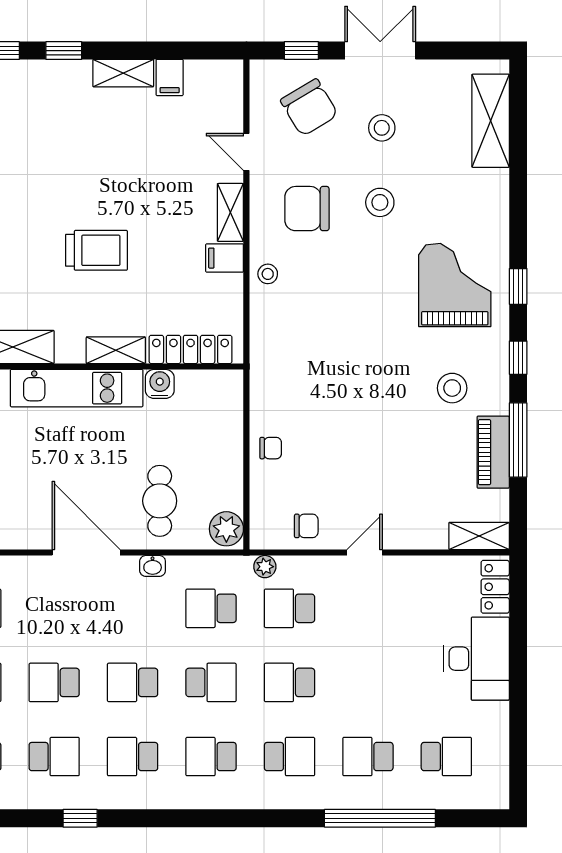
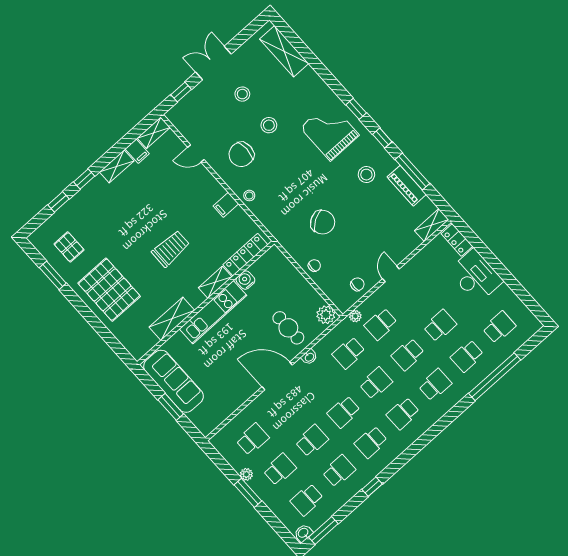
chair: (309, 108) -> (323, 222), moved
shelving: (230, 212) -> (154, 133), moved, turned 90
school desk: (54, 682) -> (312, 441), turned 180
school desk: (368, 682) -> (440, 326), added

